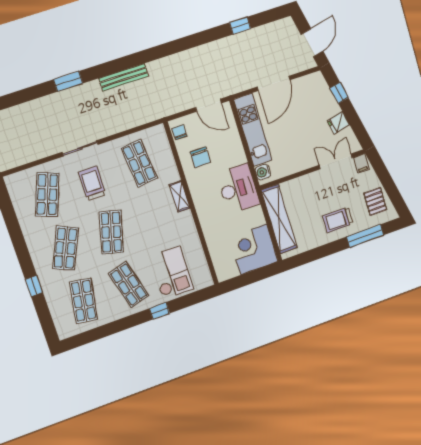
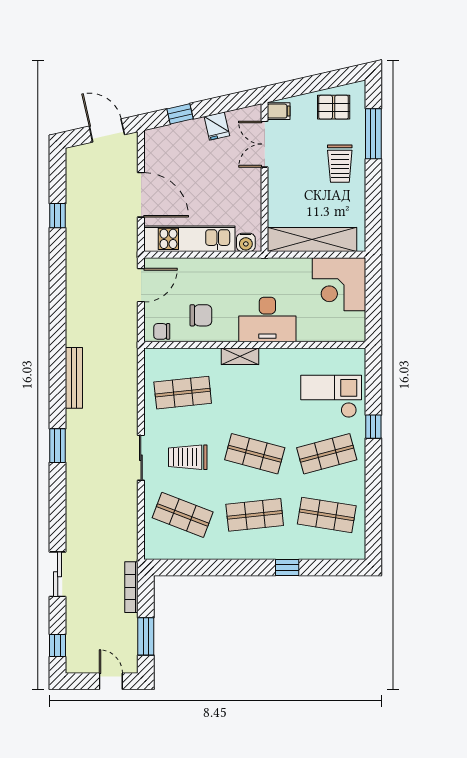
desk: (238, 189) -> (267, 319), moved, turned 180
shop shelf: (66, 248) -> (255, 515), turned -30

